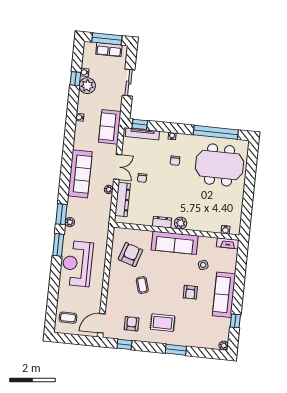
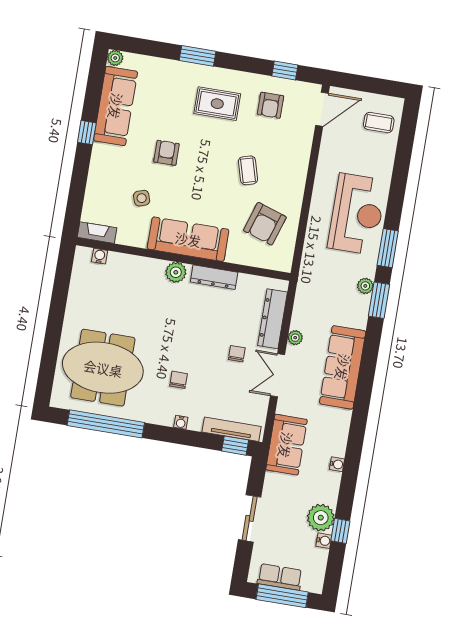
dresser: (162, 222) -> (214, 277), width x1.44
sofa: (224, 295) -> (116, 106), moved
window: (235, 321) -> (87, 133), moved

